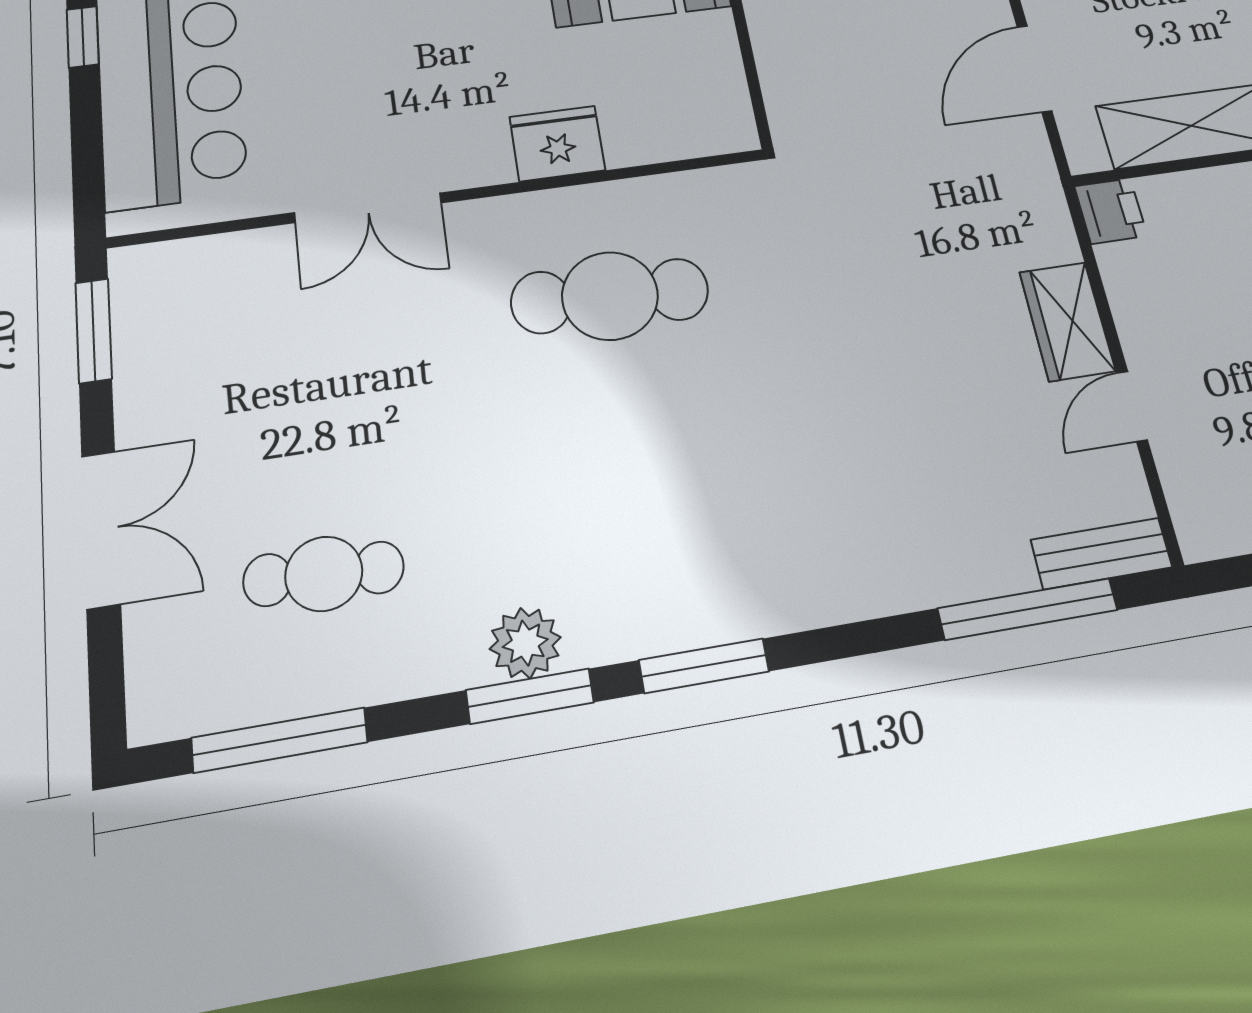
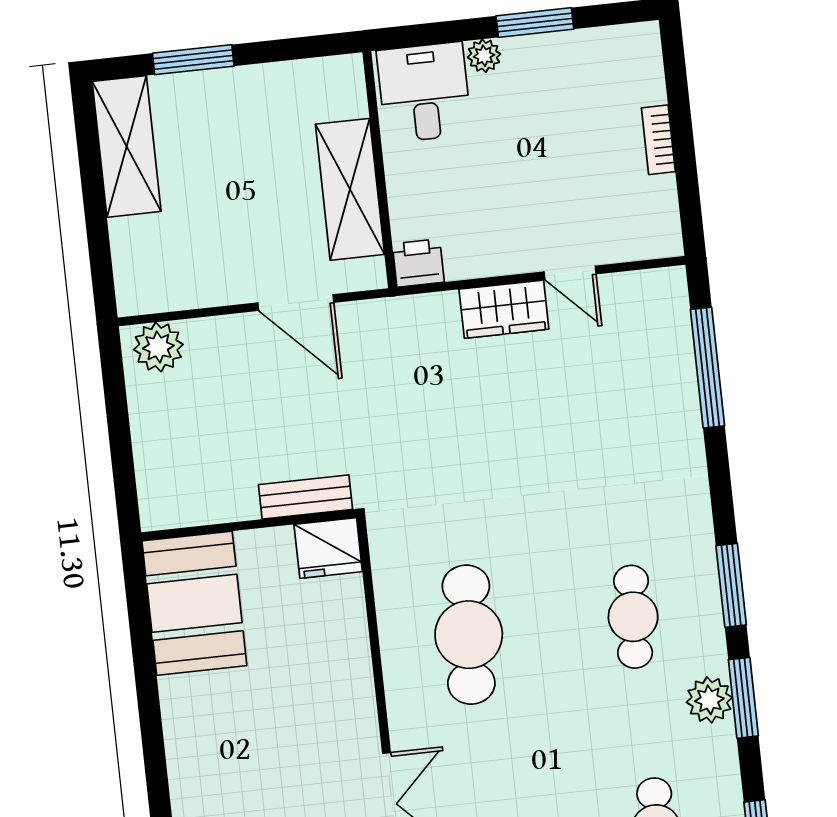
fridge: (557, 143) -> (328, 548), moved, turned -90
cafe table: (647, 521) -> (633, 617), added
bench: (1101, 553) -> (306, 497), moved, turned 90

